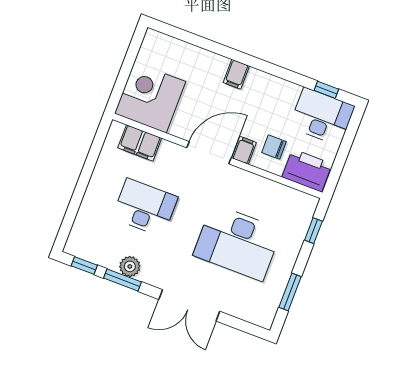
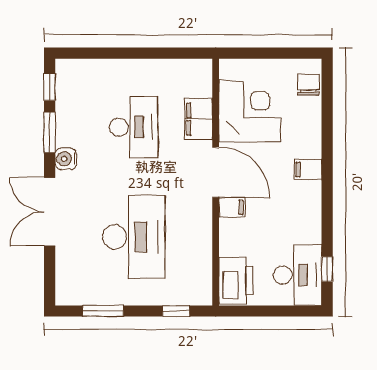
corner desk: (150, 98) -> (250, 111), moved
filing cabinet: (140, 143) -> (198, 119), moved
chair: (274, 147) -> (308, 85), moved
desk: (237, 243) -> (134, 237), turned 180
plant: (130, 266) -> (67, 135), removed
water cooler: (150, 275) -> (66, 159), added

